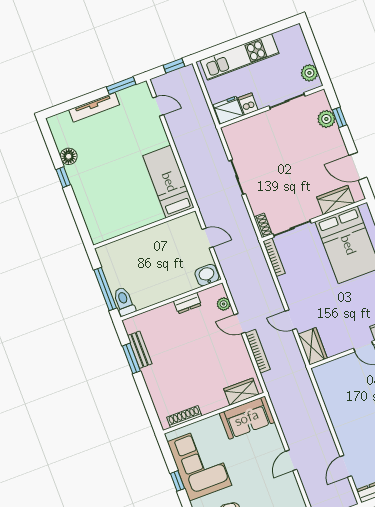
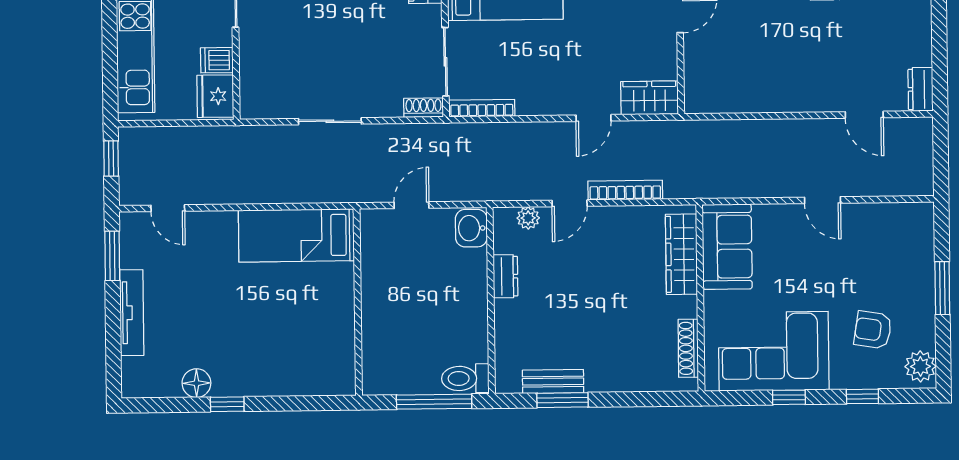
door: (158, 106) -> (168, 208), swing flipped
wardrobe: (241, 392) -> (681, 254), width x1.50

